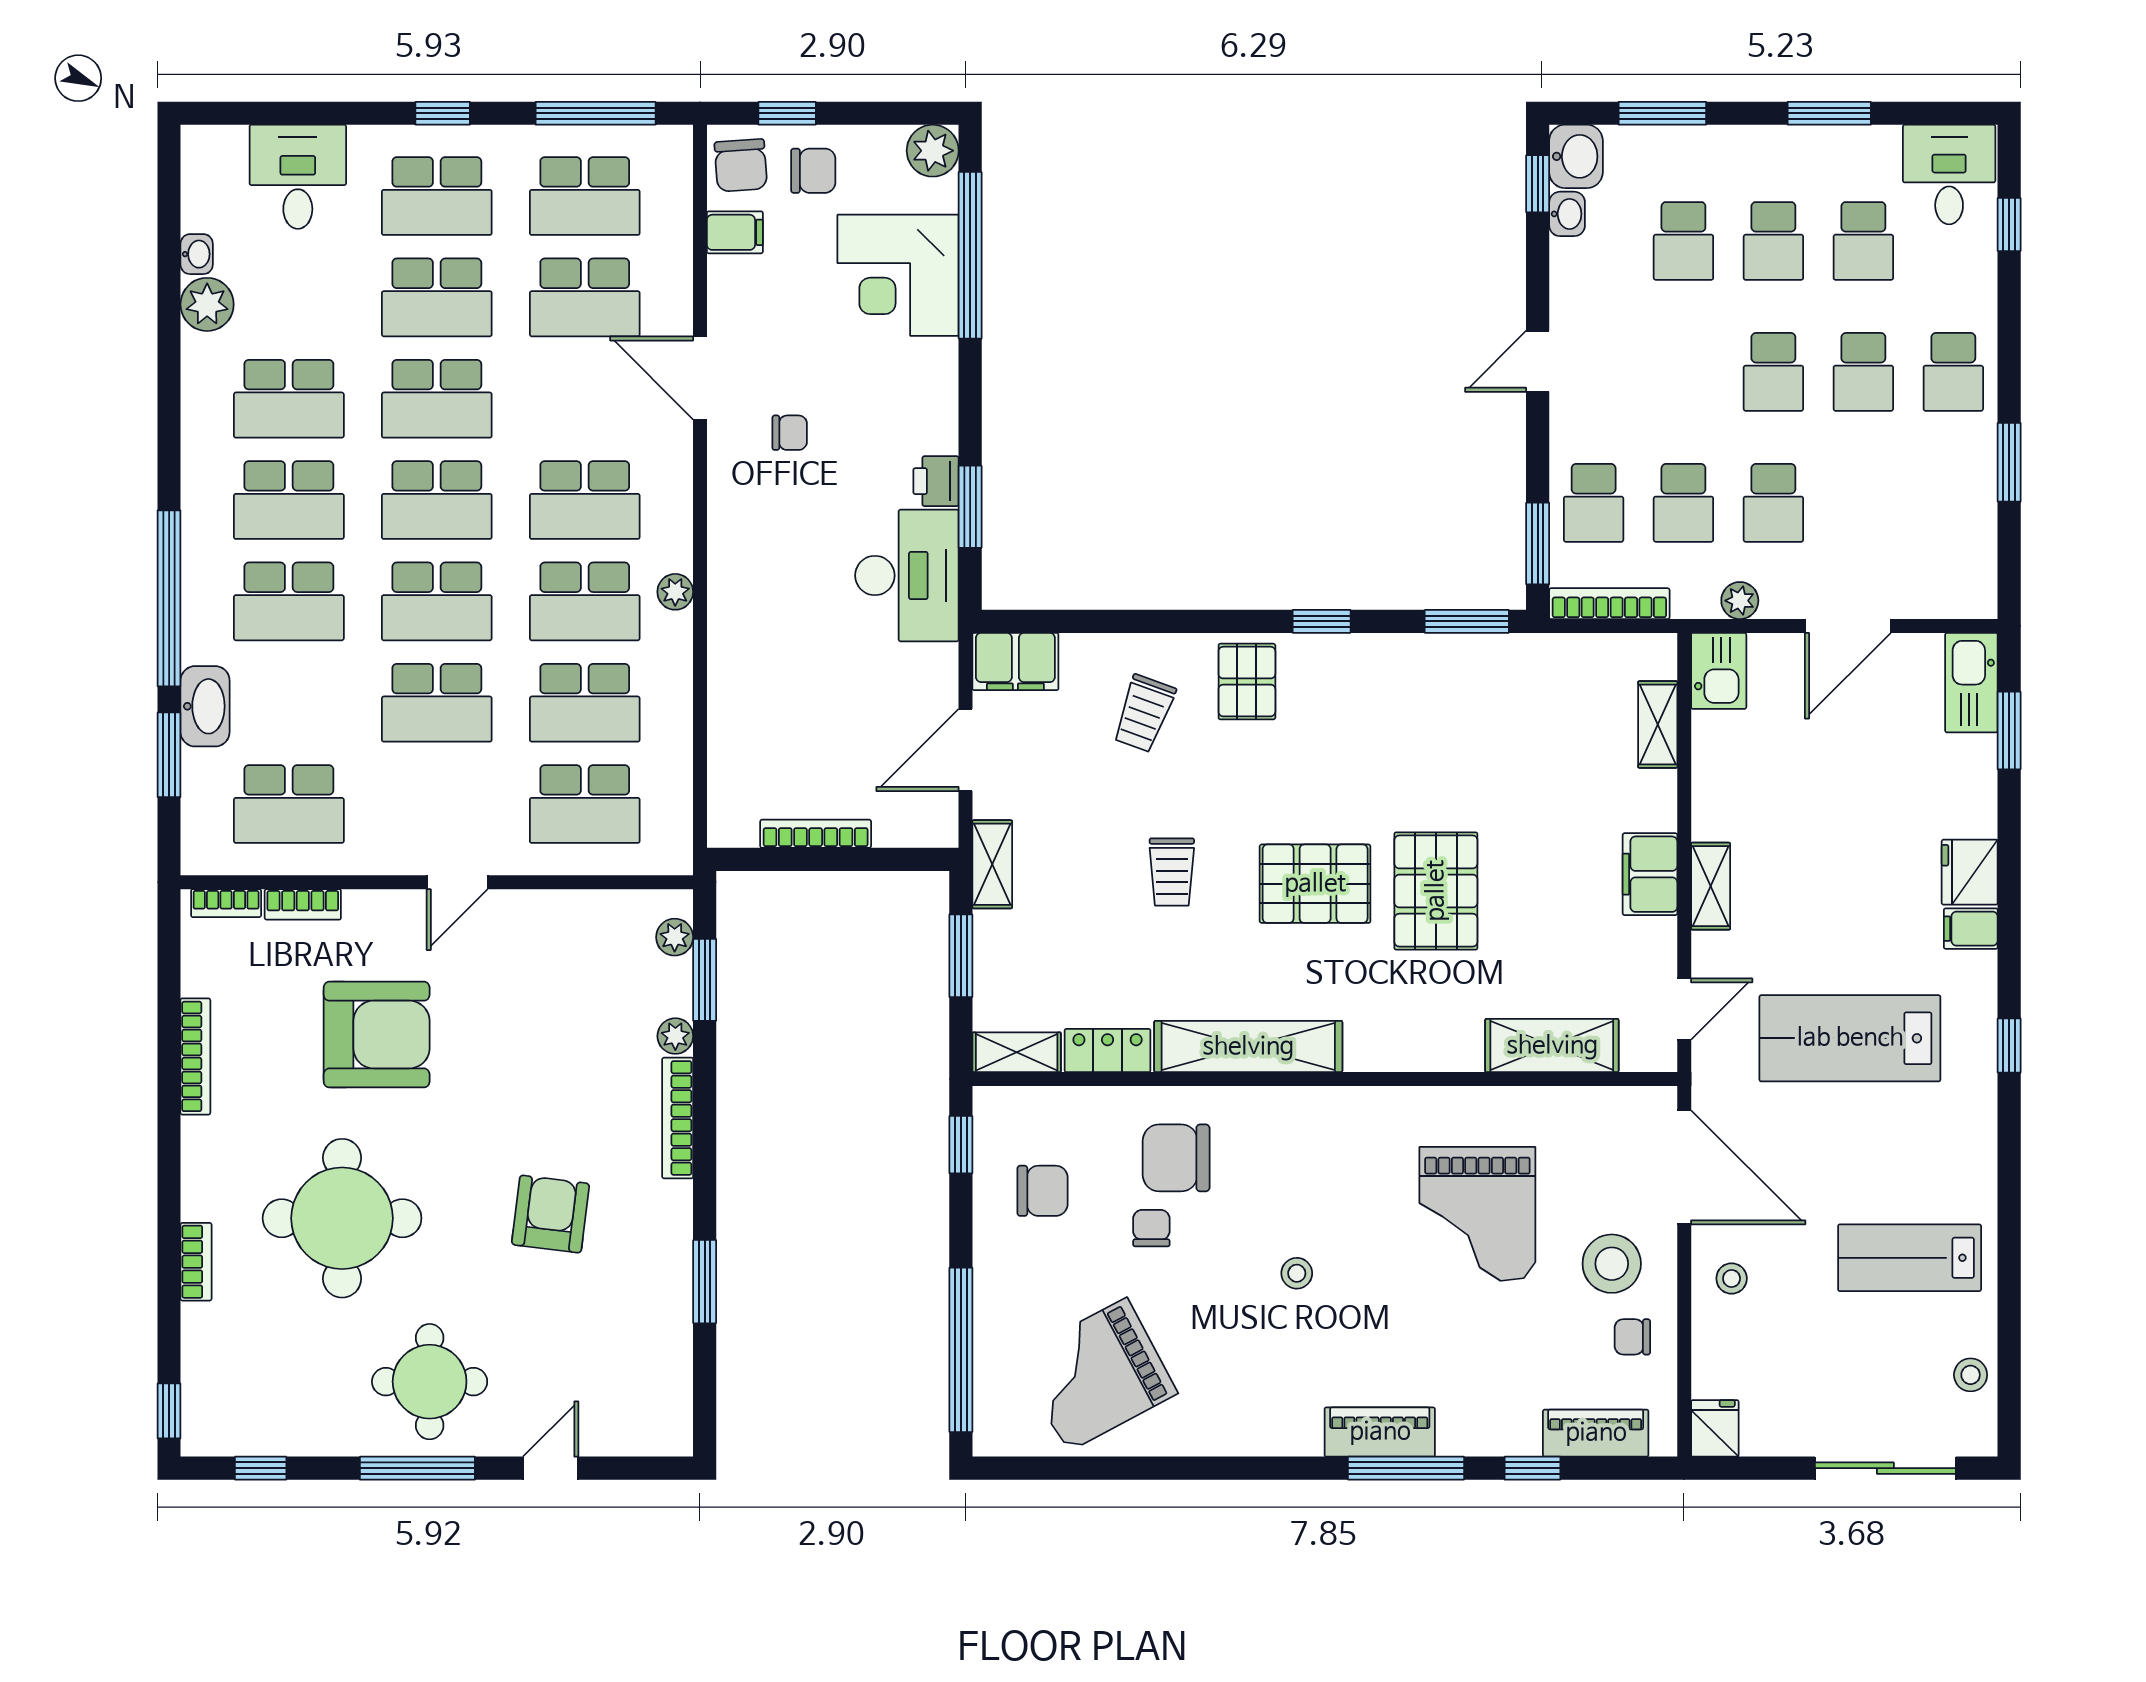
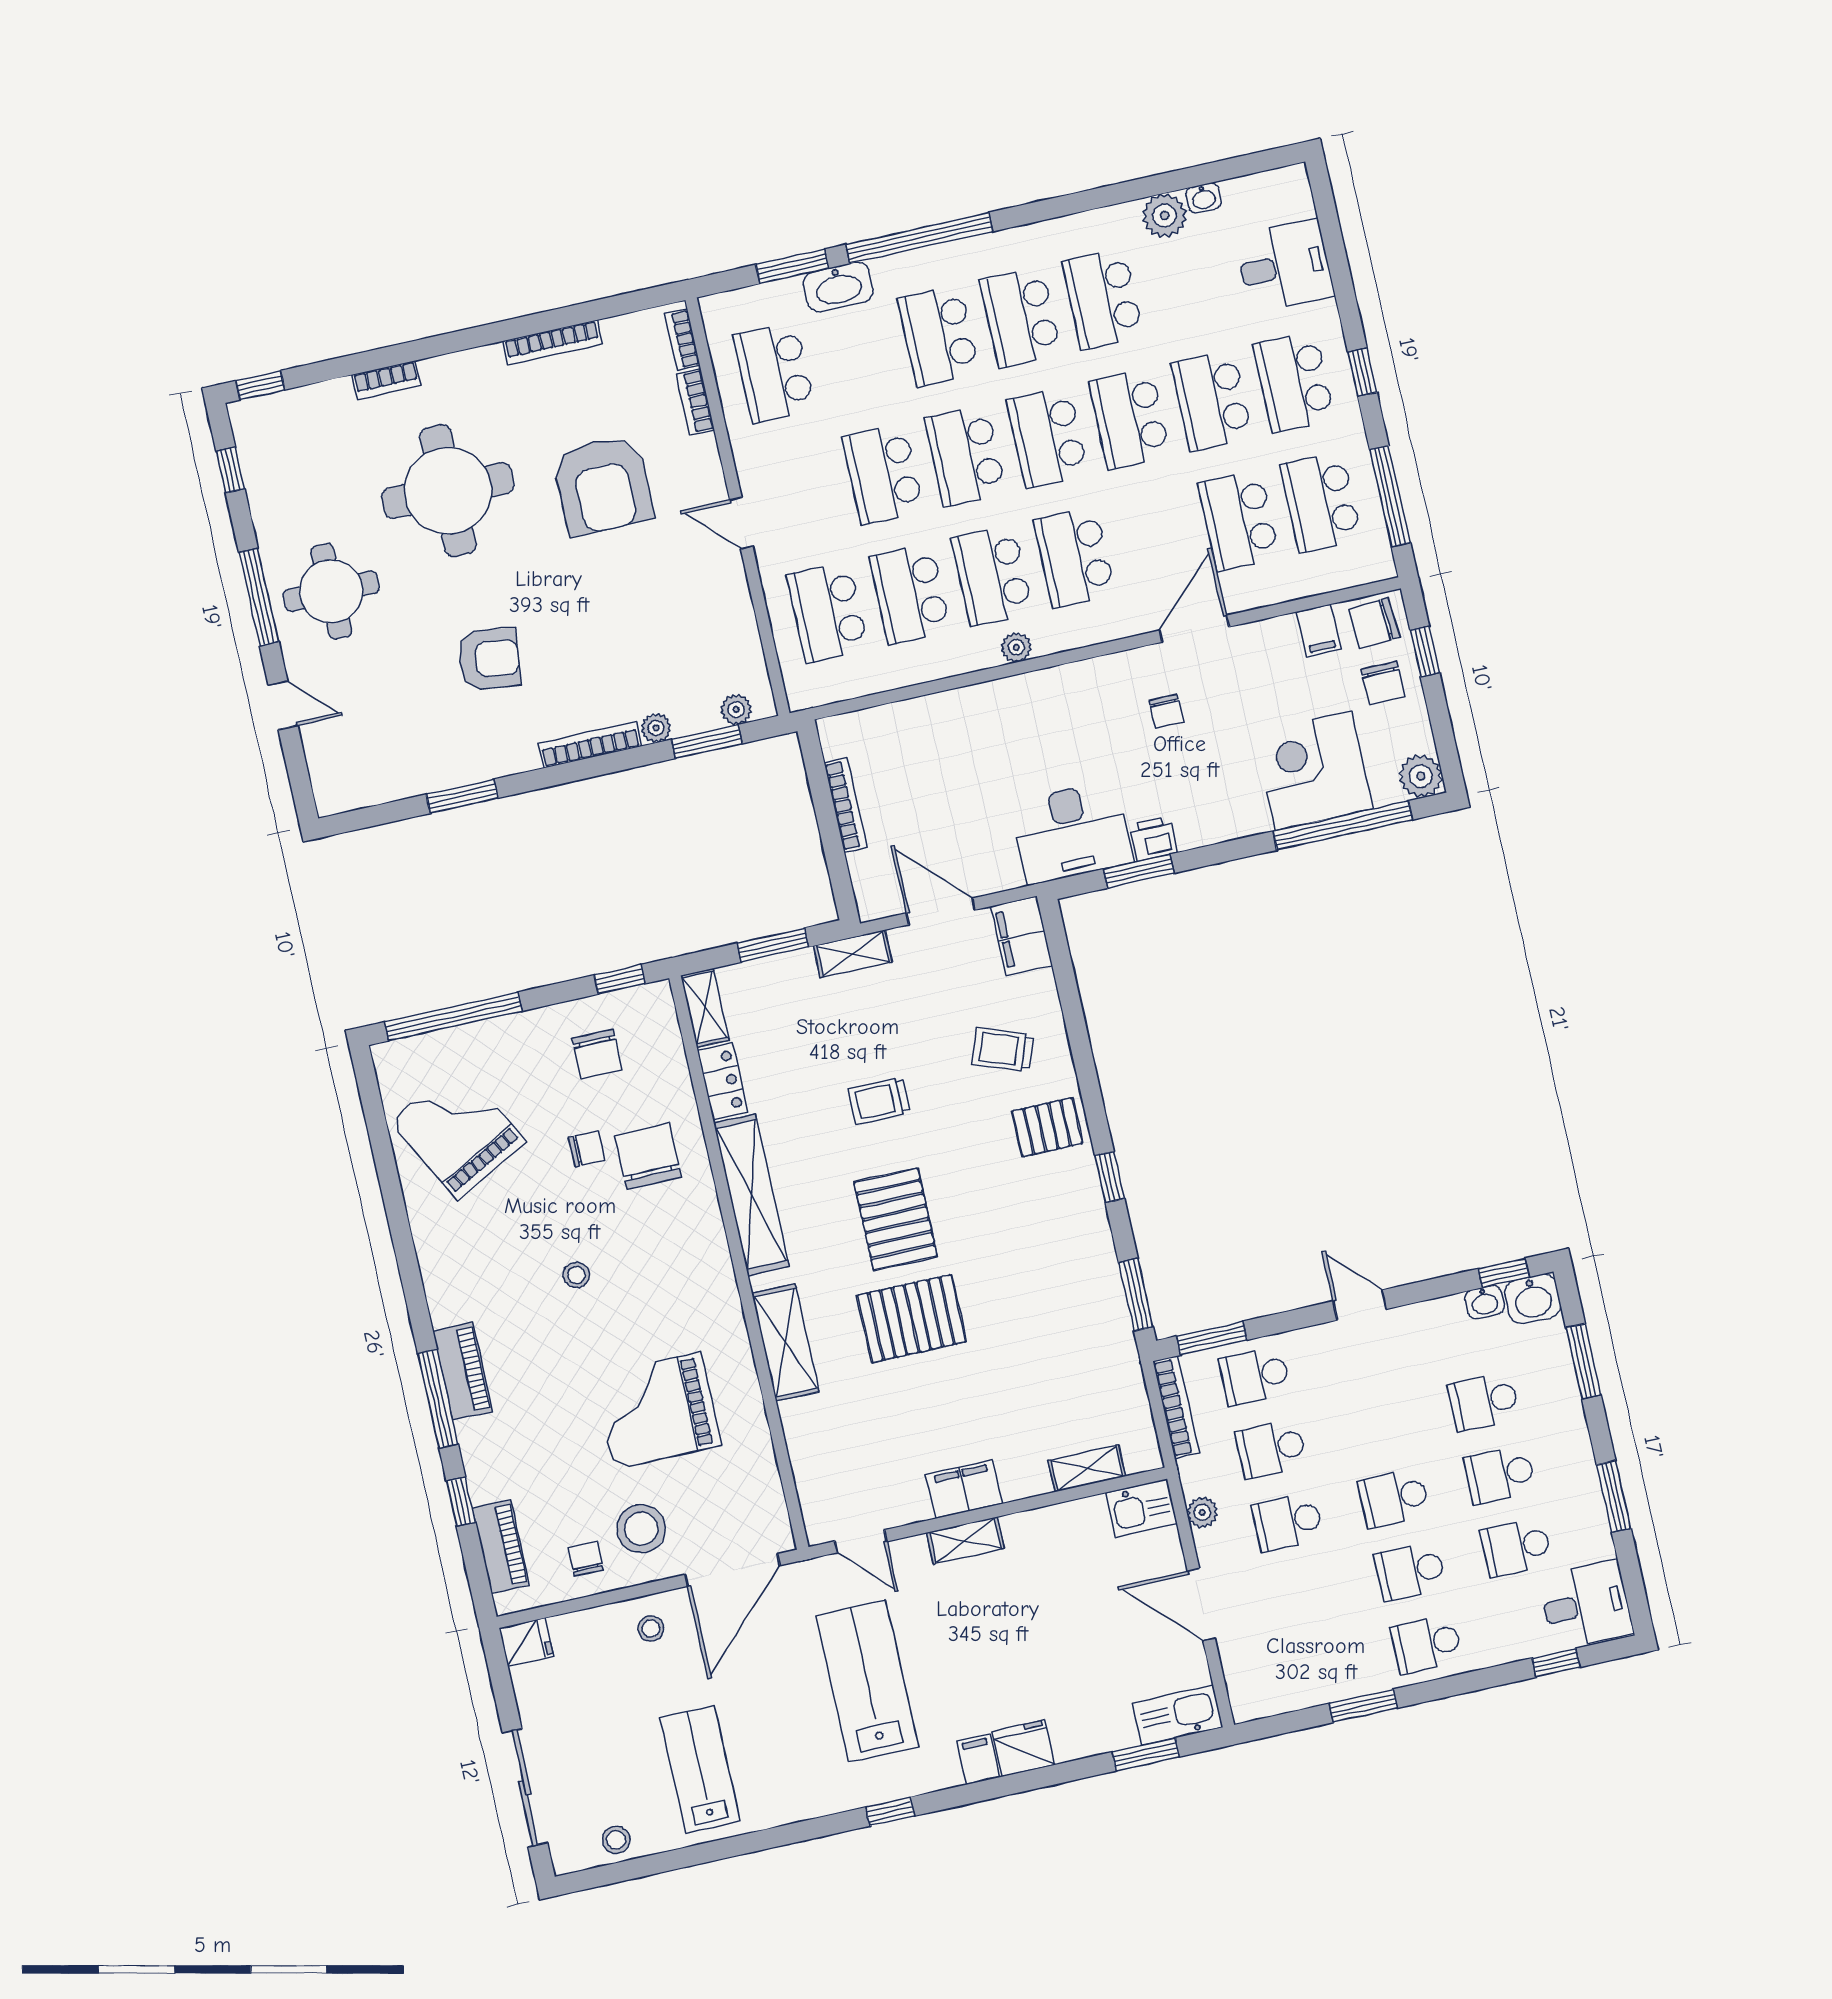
shelving: (1552, 1046) -> (785, 1343), moved

